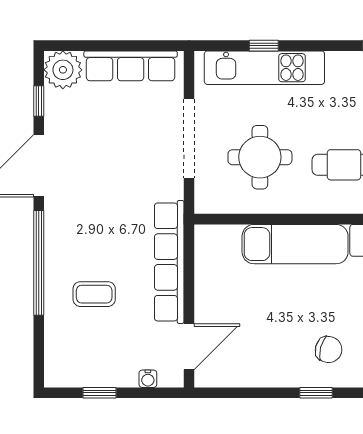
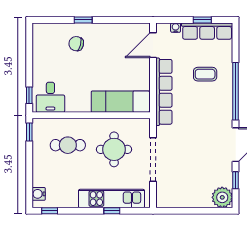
row of seats: (131, 66) -> (207, 31), moved, turned 180
exam couch: (295, 244) -> (120, 102), moved

